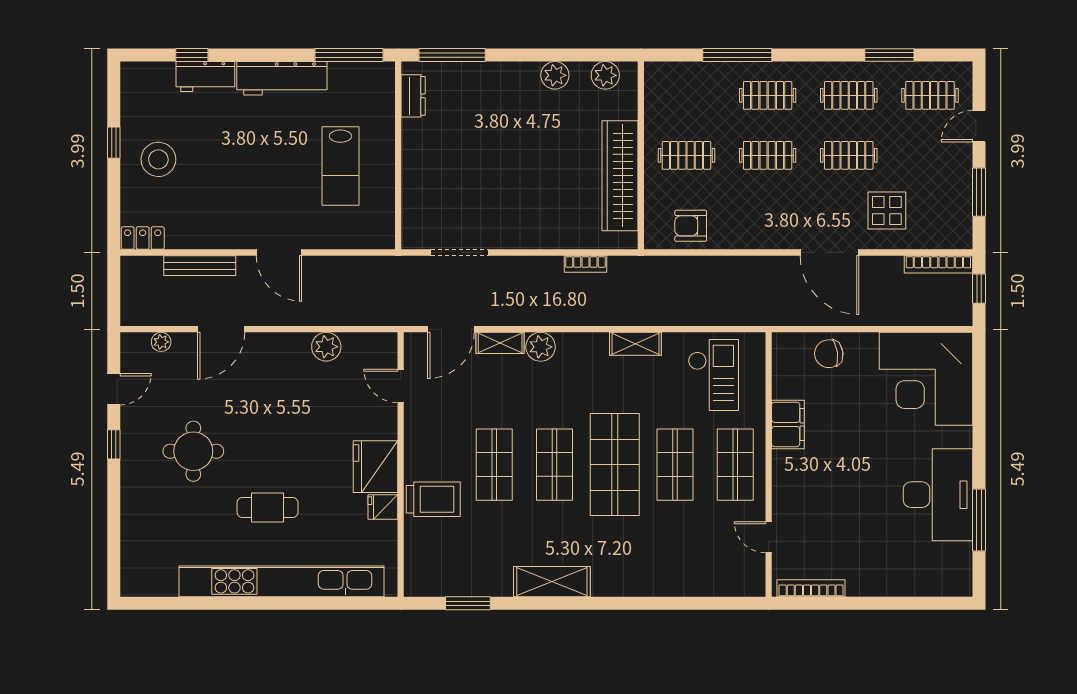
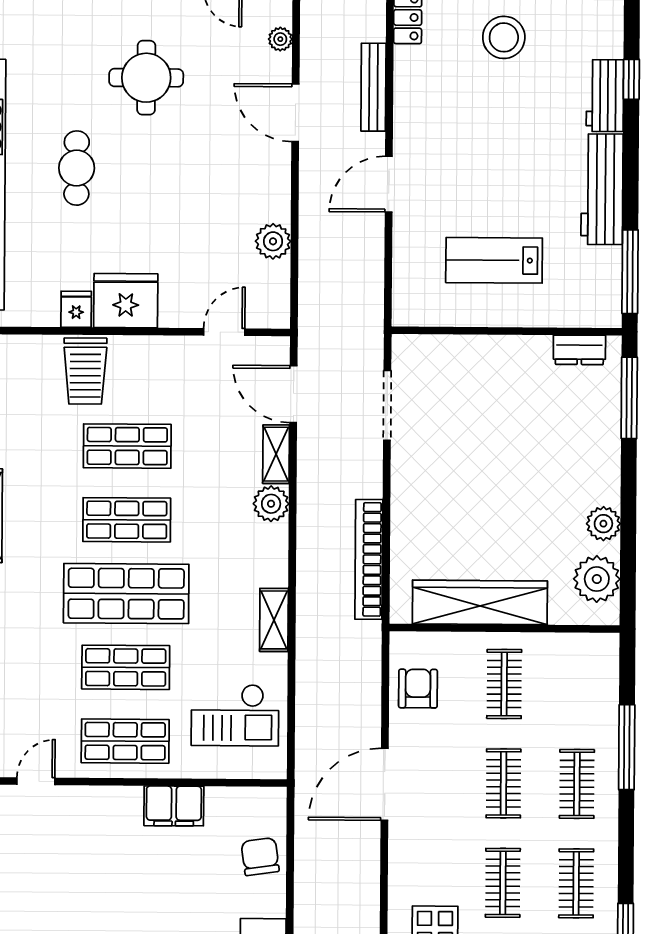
plant: (605, 75) -> (597, 579), width x1.36, depth x1.36
door: (829, 252) -> (385, 784), moved
bookcase: (585, 264) -> (369, 559), width x2.31, depth x1.31

